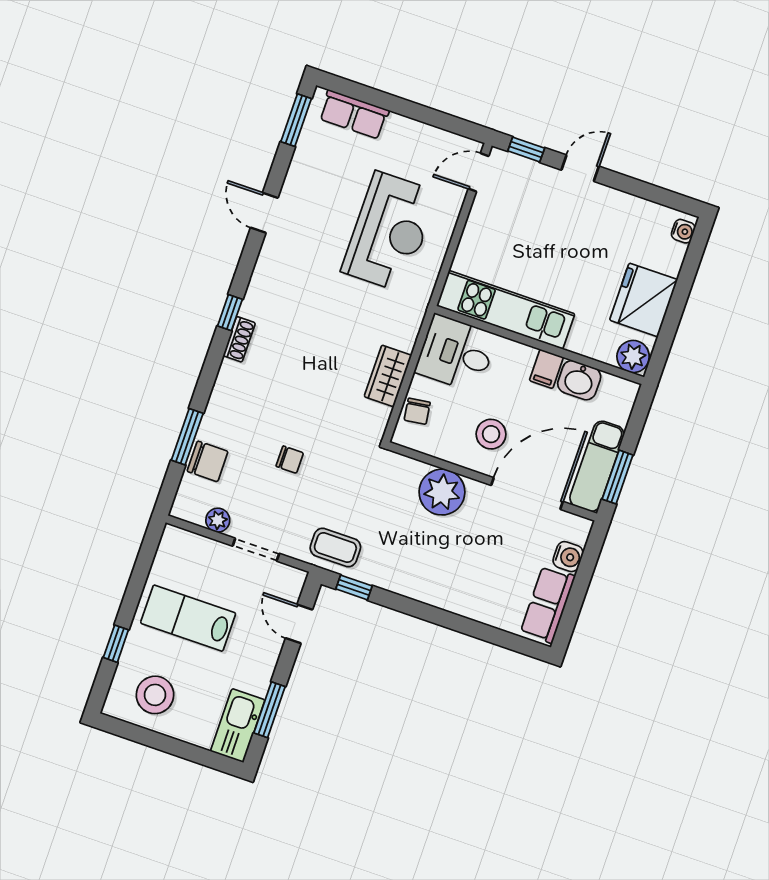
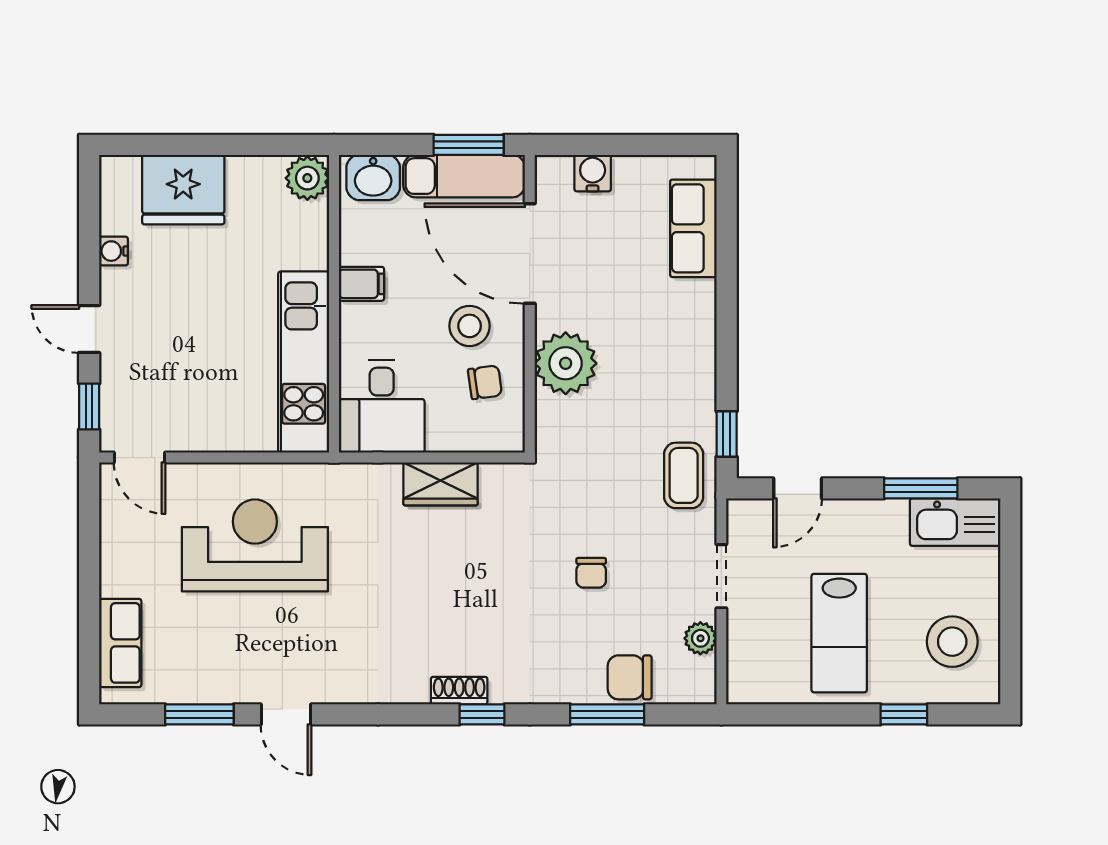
window: (296, 120) -> (199, 714), moved
door: (264, 213) -> (286, 714), hinge flipped
water cooler: (683, 231) -> (114, 251), moved, turned -90
fridge: (644, 300) -> (183, 190), moved
window: (230, 313) -> (482, 714), moved
washbasin: (579, 380) -> (373, 177), moved, turned 90
chair: (417, 411) -> (485, 382), moved
chair: (290, 460) -> (591, 573), turned 180
chair: (208, 461) -> (630, 677), turned -90
row of seats: (548, 604) -> (693, 228), moved, turned 90

